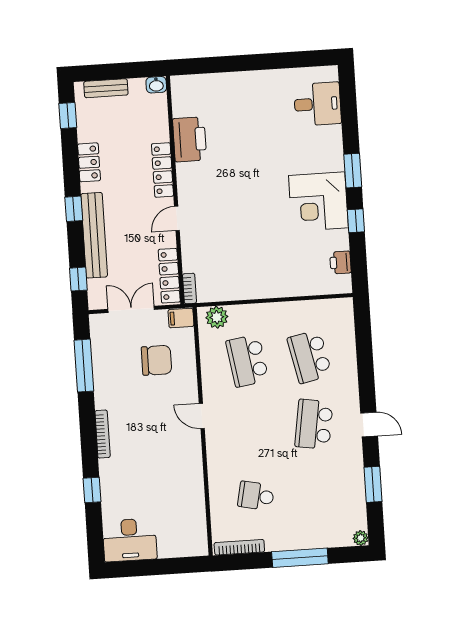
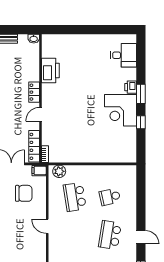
locker: (162, 170) -> (34, 92), width x0.66
printer: (340, 262) -> (131, 87), moved
school desk: (310, 357) -> (110, 197), width x0.54

